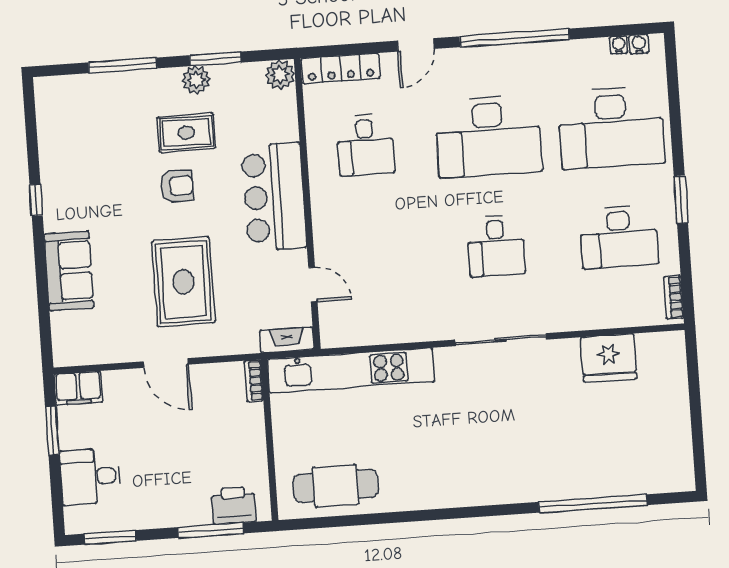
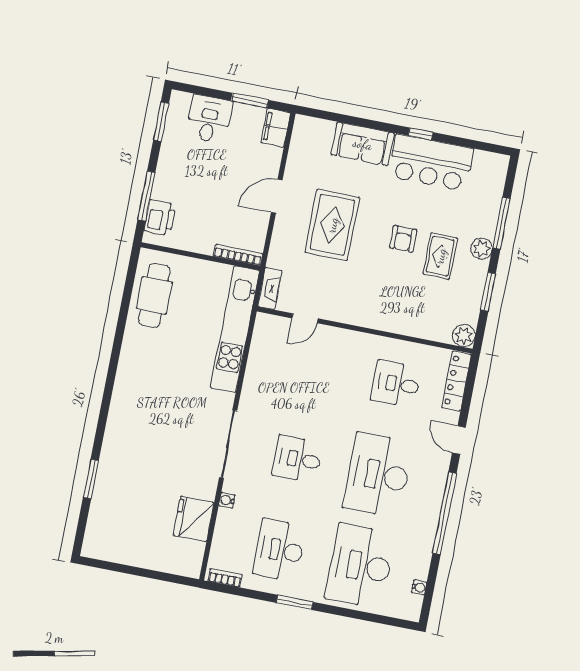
water cooler: (639, 44) -> (227, 500), moved, turned 180
plant: (196, 80) -> (481, 249), moved
bar counter: (274, 197) -> (431, 163), moved, turned 180
rug: (183, 282) -> (332, 225), turned 90
bookcase: (254, 381) -> (238, 255), width x1.56
window: (593, 504) -> (91, 479), width x0.47

